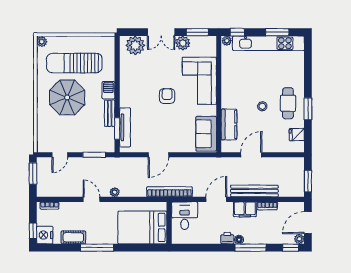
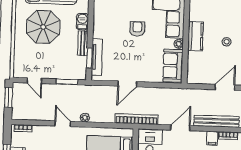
plant: (211, 110) -> (179, 44), added
kitchen counter: (229, 124) -> (195, 36), moved
door: (60, 155) -> (34, 81), hinge flipped
door: (251, 155) -> (225, 87), moved
filing cabinet: (245, 209) -> (212, 138), width x0.50

